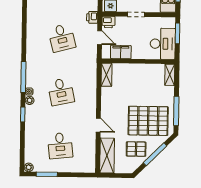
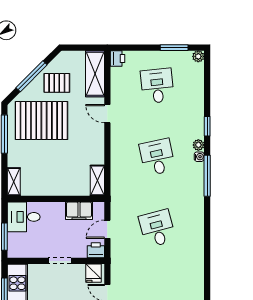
printer: (92, 17) -> (117, 59), moved
door: (100, 38) -> (107, 229), hinge flipped
desk: (163, 44) -> (24, 217), width x0.73

